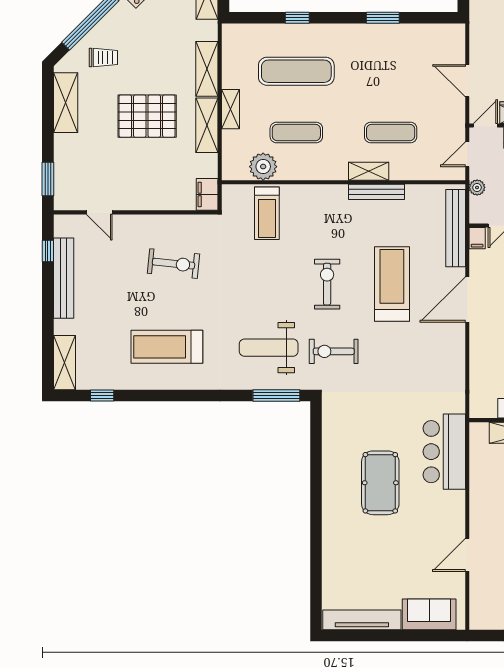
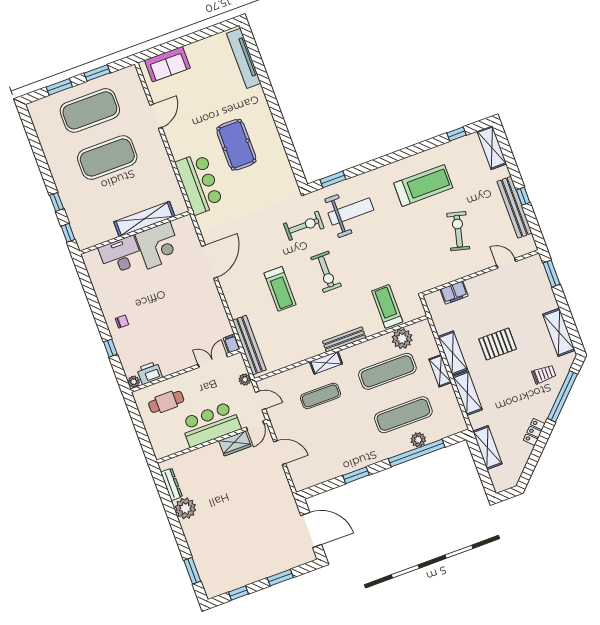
window: (297, 18) -> (417, 453), width x3.17
plant: (289, 33) -> (418, 440), added
trolley: (103, 57) -> (544, 374), turned 180
pallet: (147, 116) -> (498, 344), width x0.73, depth x0.71
exercise mat: (296, 133) -> (387, 371), width x1.36, depth x1.45
door: (467, 154) -> (260, 400), hinge flipped
bench: (377, 192) -> (344, 339), moved
filing cabinet: (207, 194) -> (454, 293), moved, turned 90
window: (48, 251) -> (523, 196), moved
exercise bike: (173, 264) -> (458, 231), moved, turned 98
treadmill: (392, 284) -> (280, 289), width x0.73, depth x0.73
door: (467, 299) -> (209, 262), moved
window: (276, 396) -> (333, 179), width x0.69
tv unit: (362, 620) -> (244, 58), moved, turned 90

